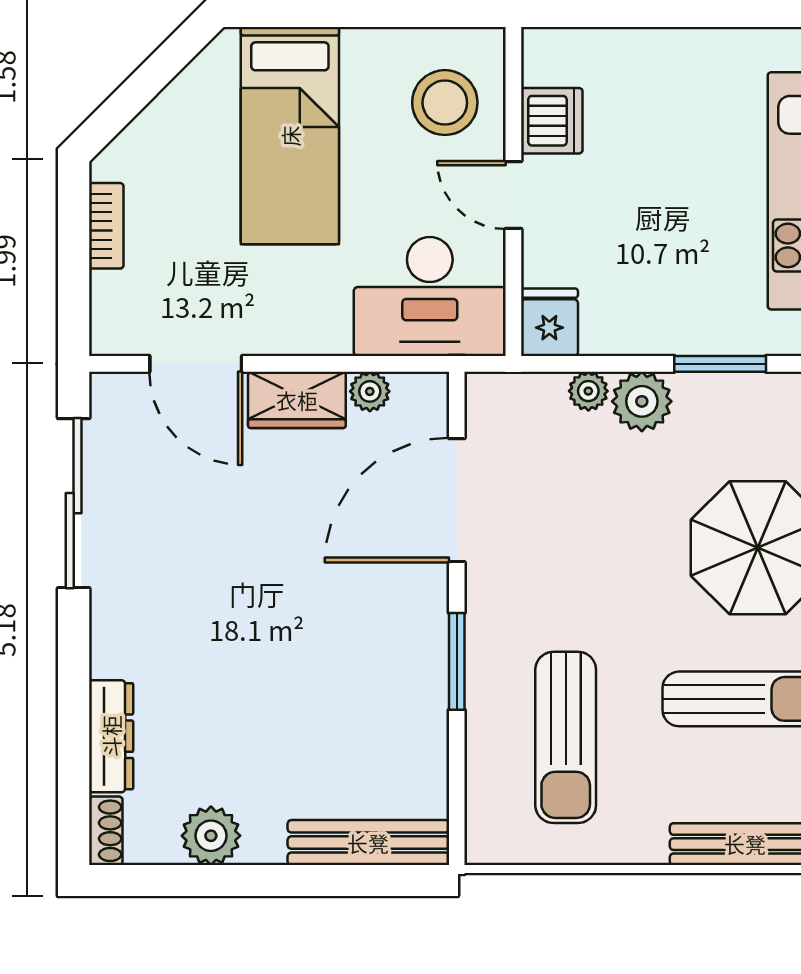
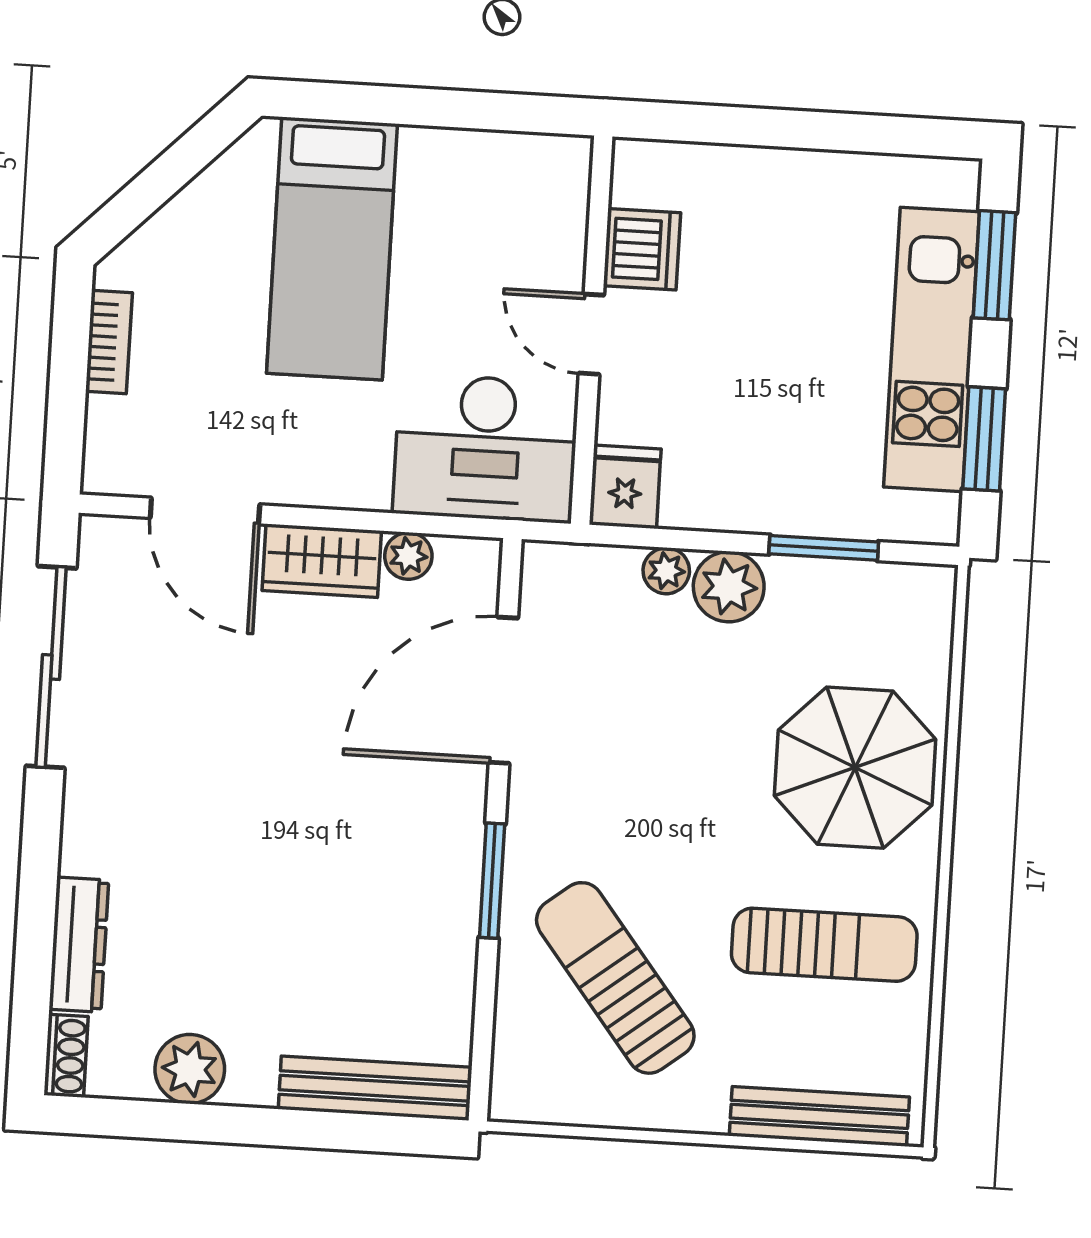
stool: (445, 103) -> (517, 220), removed
sun lounger: (566, 737) -> (615, 978), turned 142

